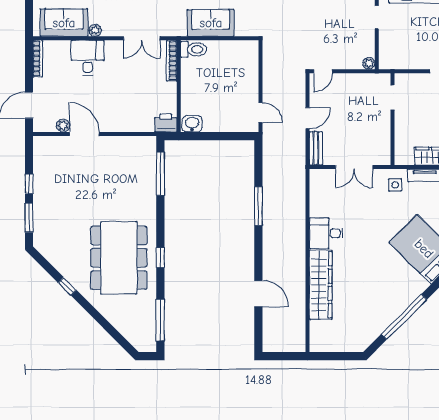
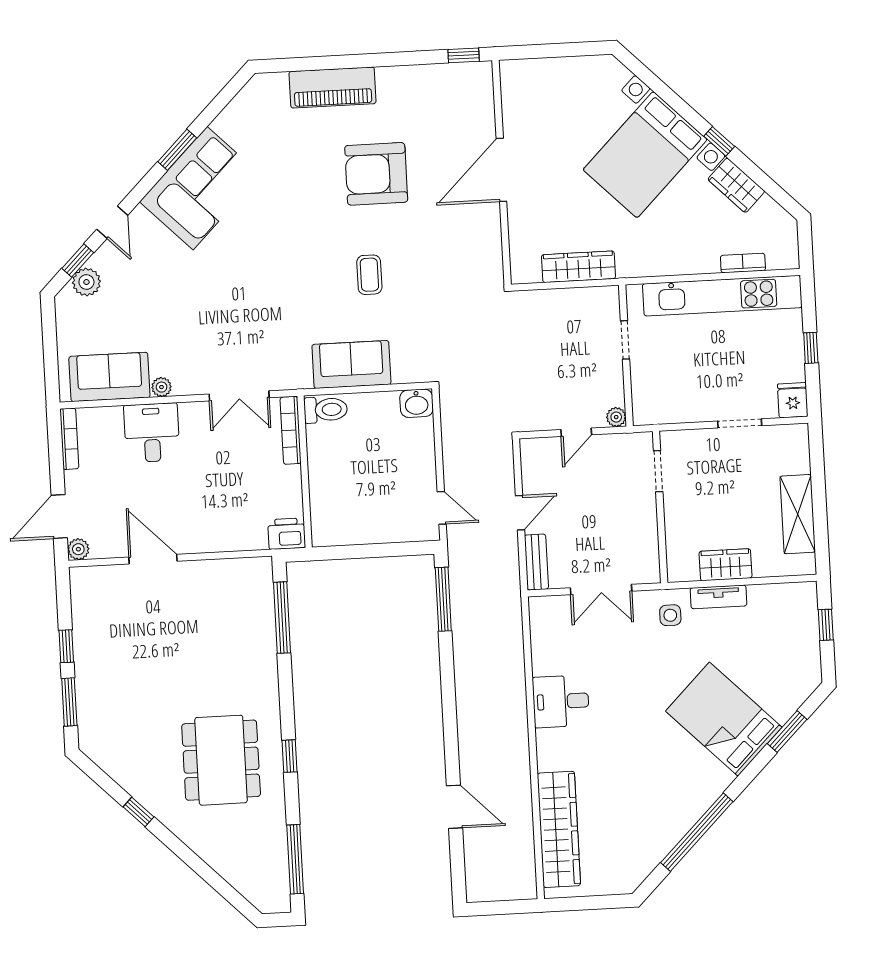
door: (323, 71) -> (576, 432), moved
washbasin: (192, 124) -> (417, 403), moved, turned 180
plant: (63, 126) -> (78, 549), moved
window: (258, 206) -> (443, 599), moved
dining table: (119, 258) -> (221, 760), width x0.73, depth x0.80
wardrobe: (321, 285) -> (559, 829), moved

